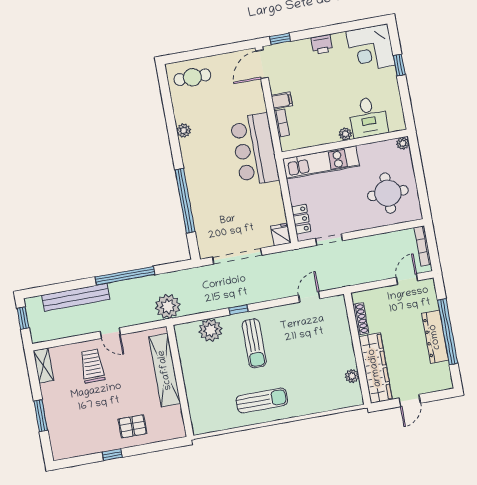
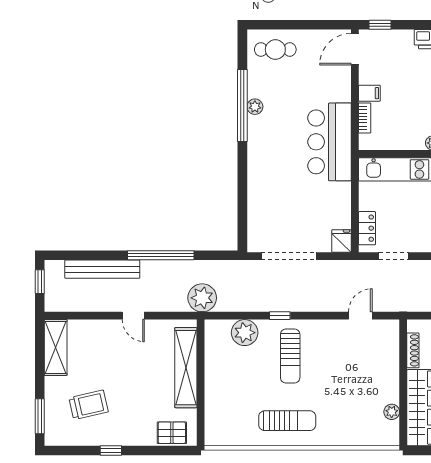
window: (185, 201) -> (242, 106), moved
shelving: (43, 365) -> (56, 347), width x1.50, depth x1.33
trolley: (92, 366) -> (89, 405), moved, turned 77
window: (41, 416) -> (40, 416), moved
pallet: (133, 426) -> (172, 433), moved

